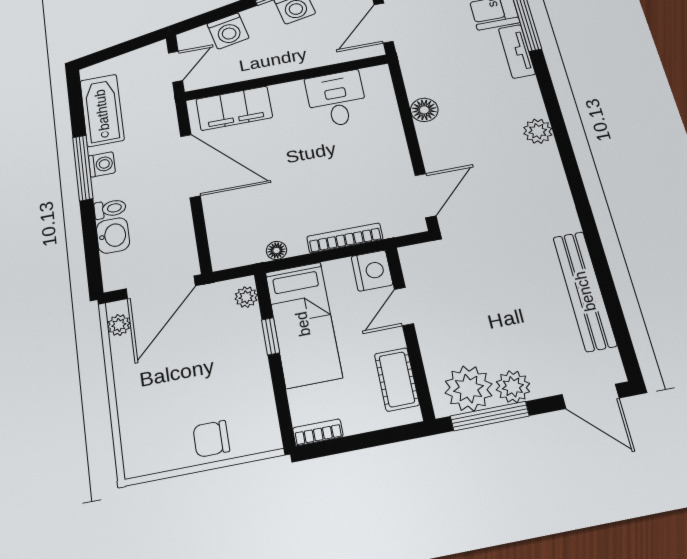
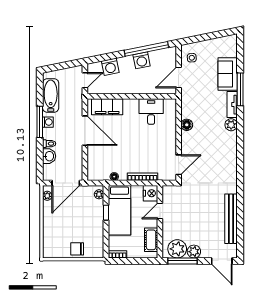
plant: (538, 131) -> (231, 125), moved

